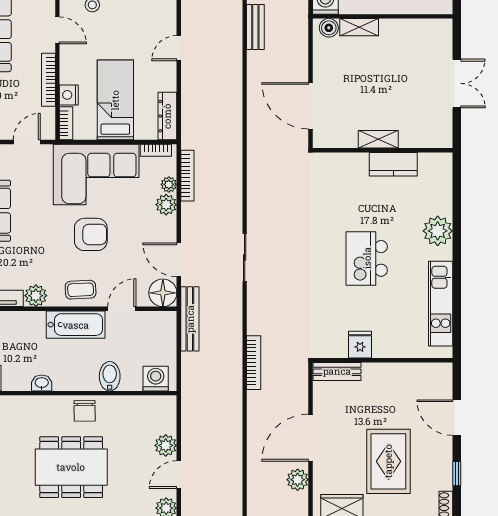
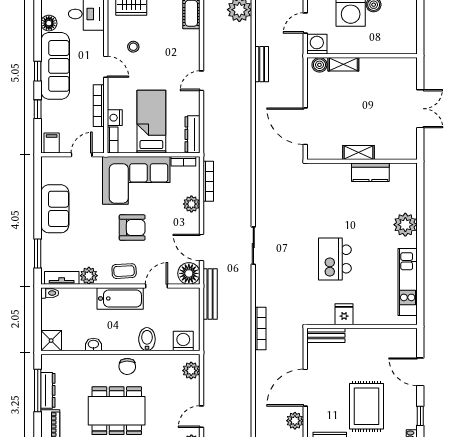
plant: (169, 184) -> (194, 188), removed
kitchen island: (367, 258) -> (335, 259), moved
plant: (166, 445) -> (191, 371), moved

